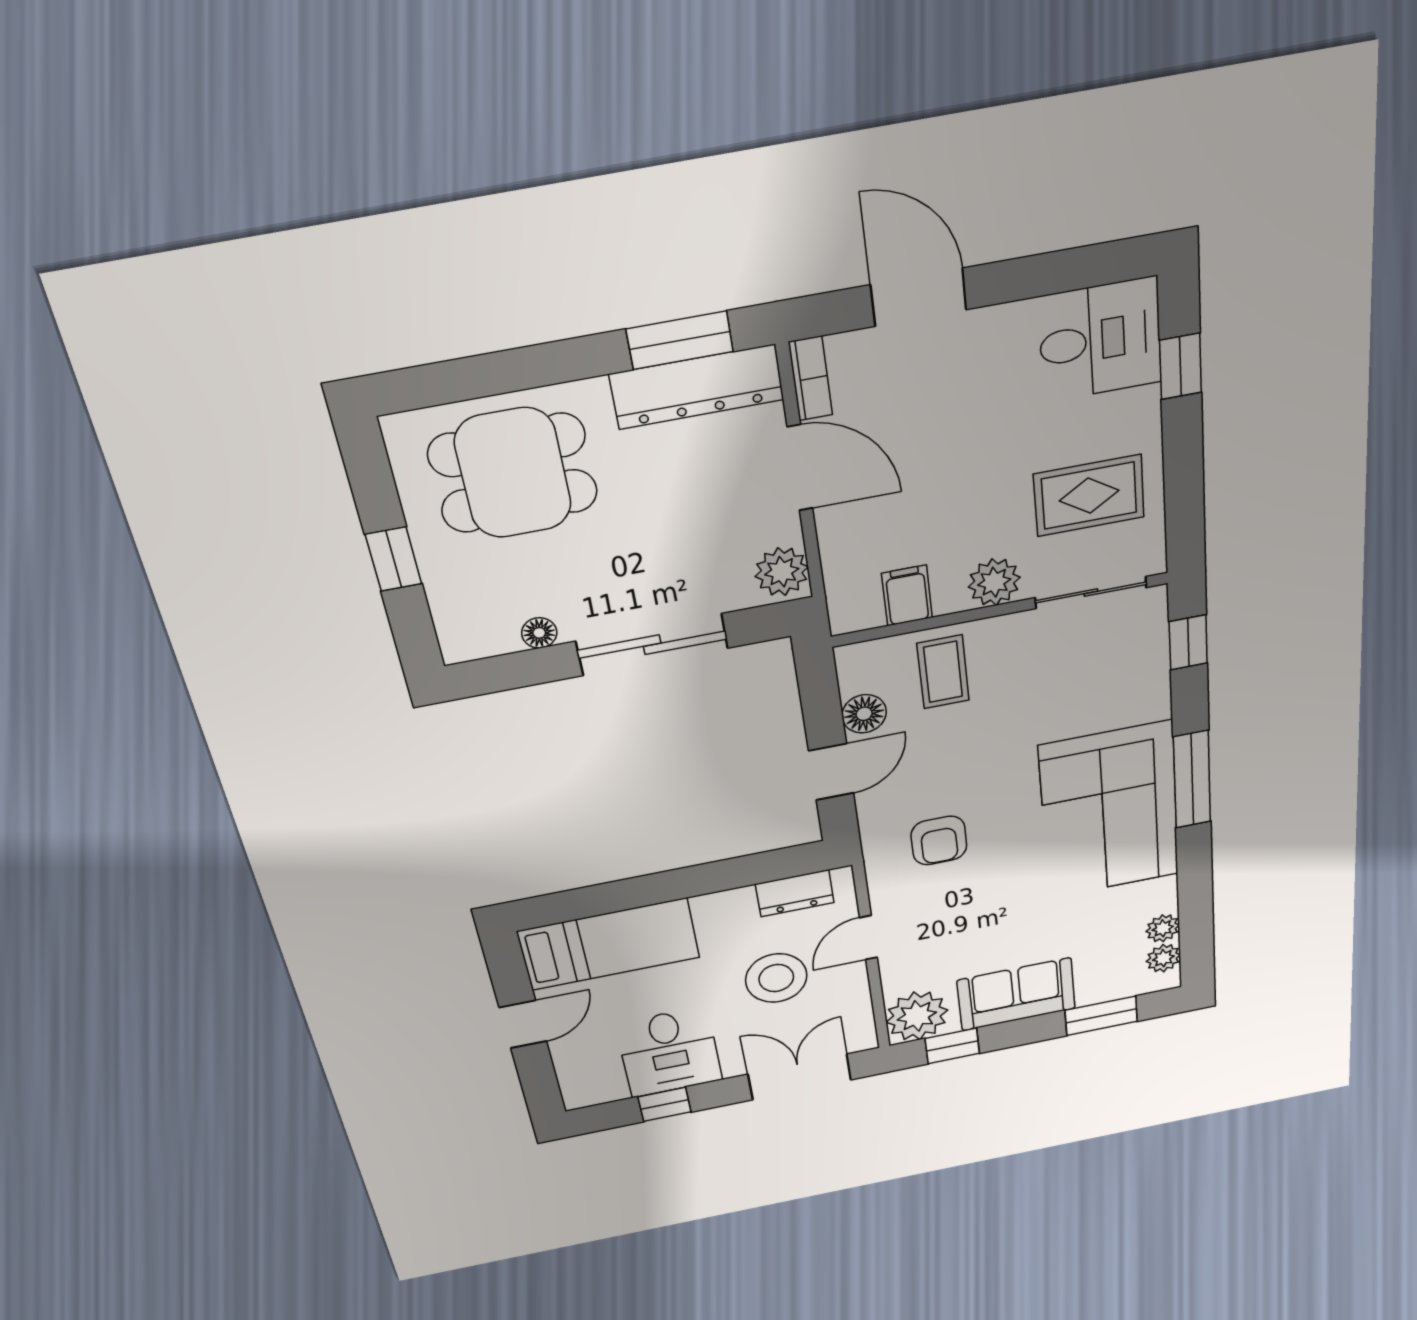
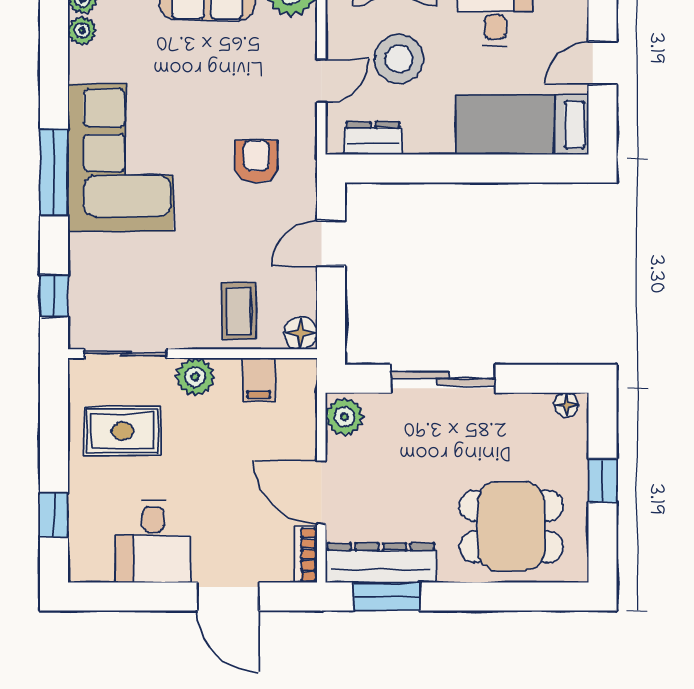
desk: (1100, 340) -> (153, 542), moved, turned -90
floor lamp: (539, 633) -> (566, 405), moved
floor lamp: (864, 714) -> (301, 333), moved

